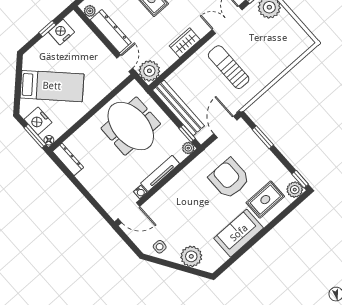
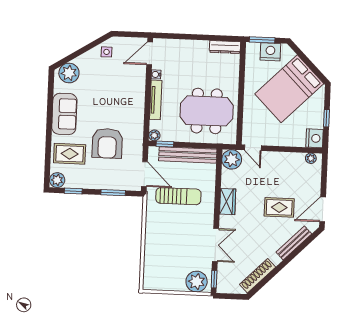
dresser: (111, 31) -> (284, 159), removed
nightstand: (61, 32) -> (314, 138), moved
sun lounger: (229, 67) -> (178, 196), moved
bed: (52, 86) -> (289, 89), width x1.50
floor lamp: (49, 140) -> (250, 47), removed
armchair: (229, 178) -> (107, 143), turned 90
window: (300, 179) -> (73, 191), moved
rug: (265, 200) -> (70, 154), turned 90
plant: (191, 256) -> (69, 73), moved

